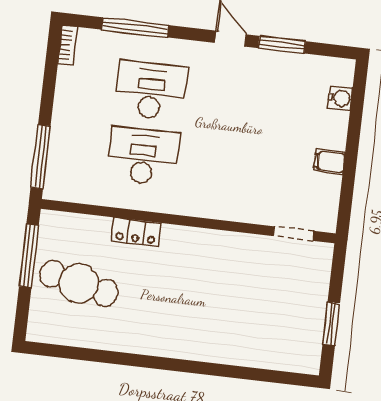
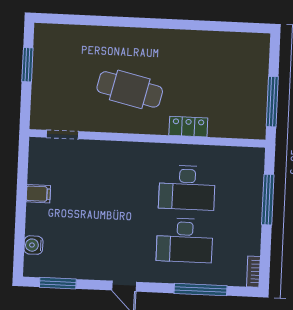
window: (282, 45) -> (58, 283), moved
window: (41, 157) -> (268, 200), moved
cafe table: (79, 283) -> (130, 89), moved

